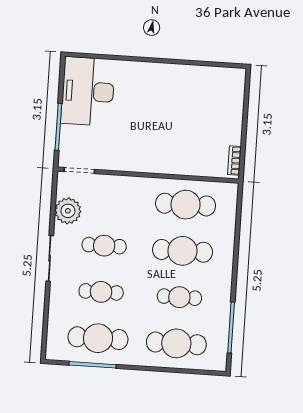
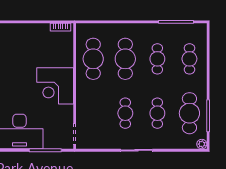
corner desk: (150, 147) -> (55, 86), added
plant: (68, 211) -> (202, 144), moved, width x0.53, depth x0.53
cafe table: (176, 343) -> (189, 59), width x0.73, depth x0.74

